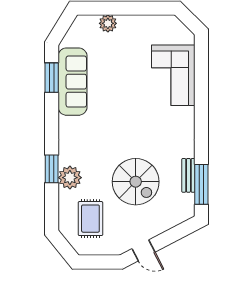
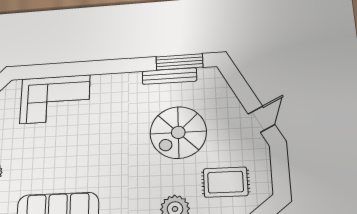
bench: (188, 175) -> (169, 76), width x1.36
spiral stairs: (136, 182) -> (178, 132), turned 180

